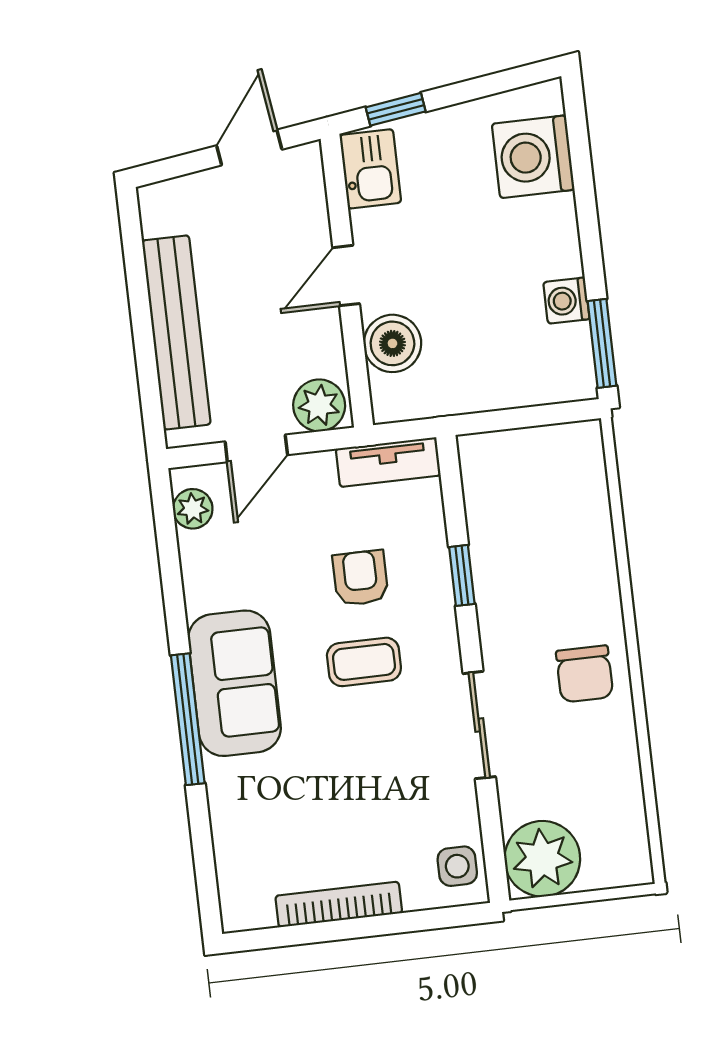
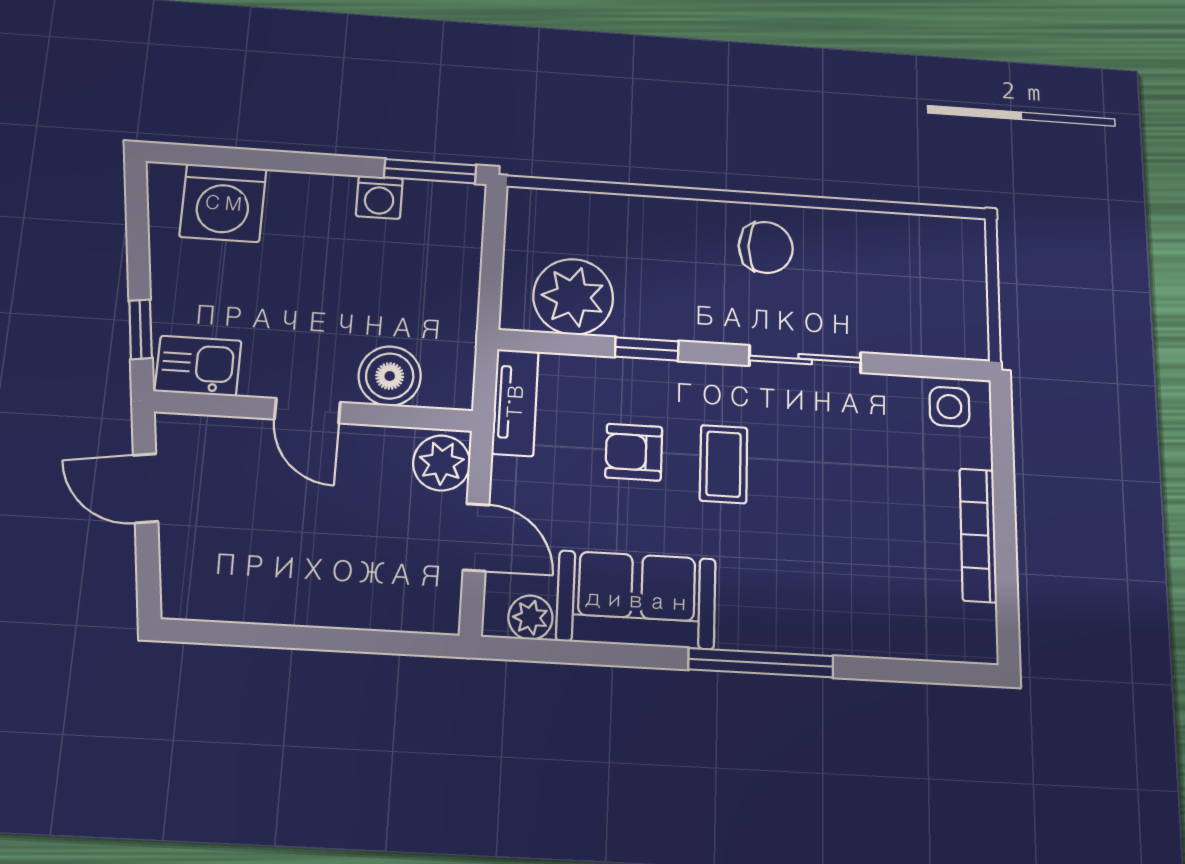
bench: (176, 332) -> (332, 602), removed
sofa: (234, 683) -> (636, 600), moved
plant: (542, 859) -> (573, 297), moved

